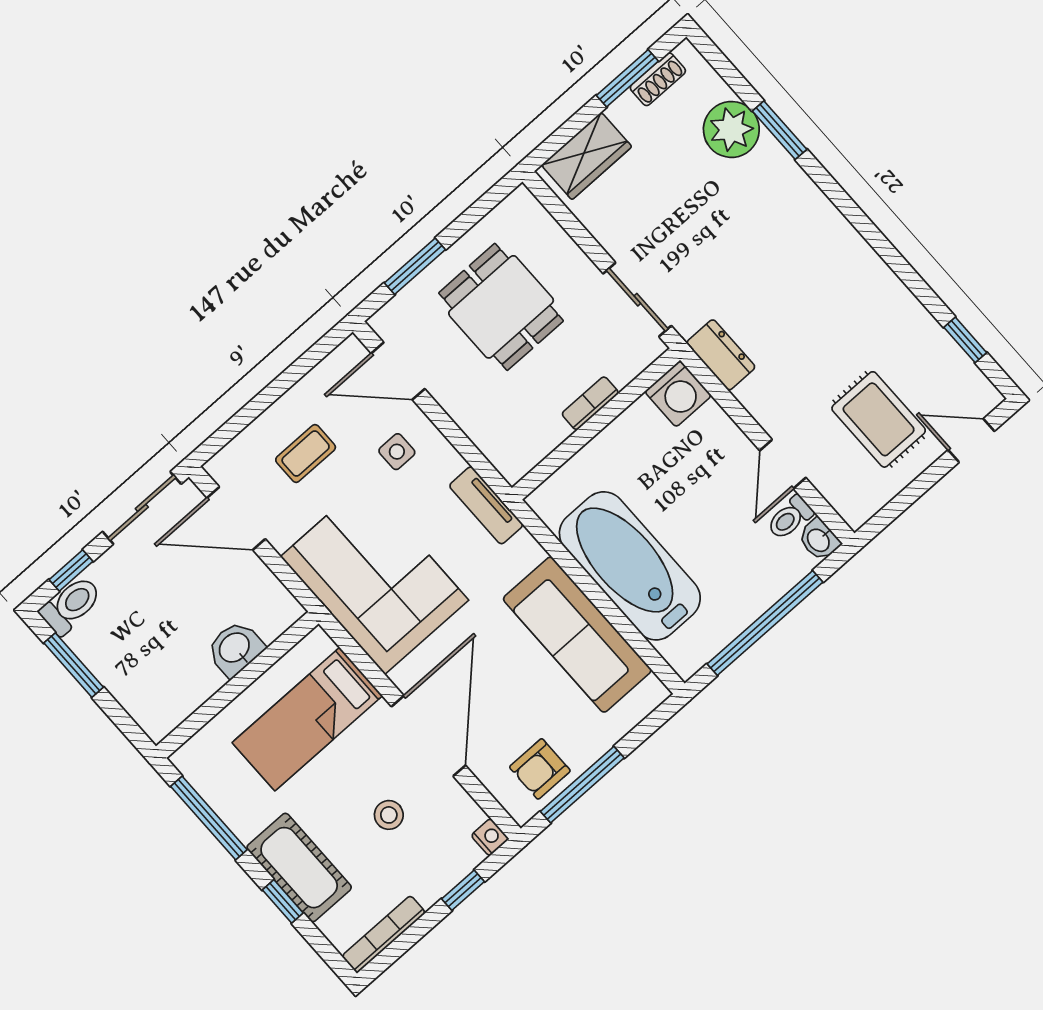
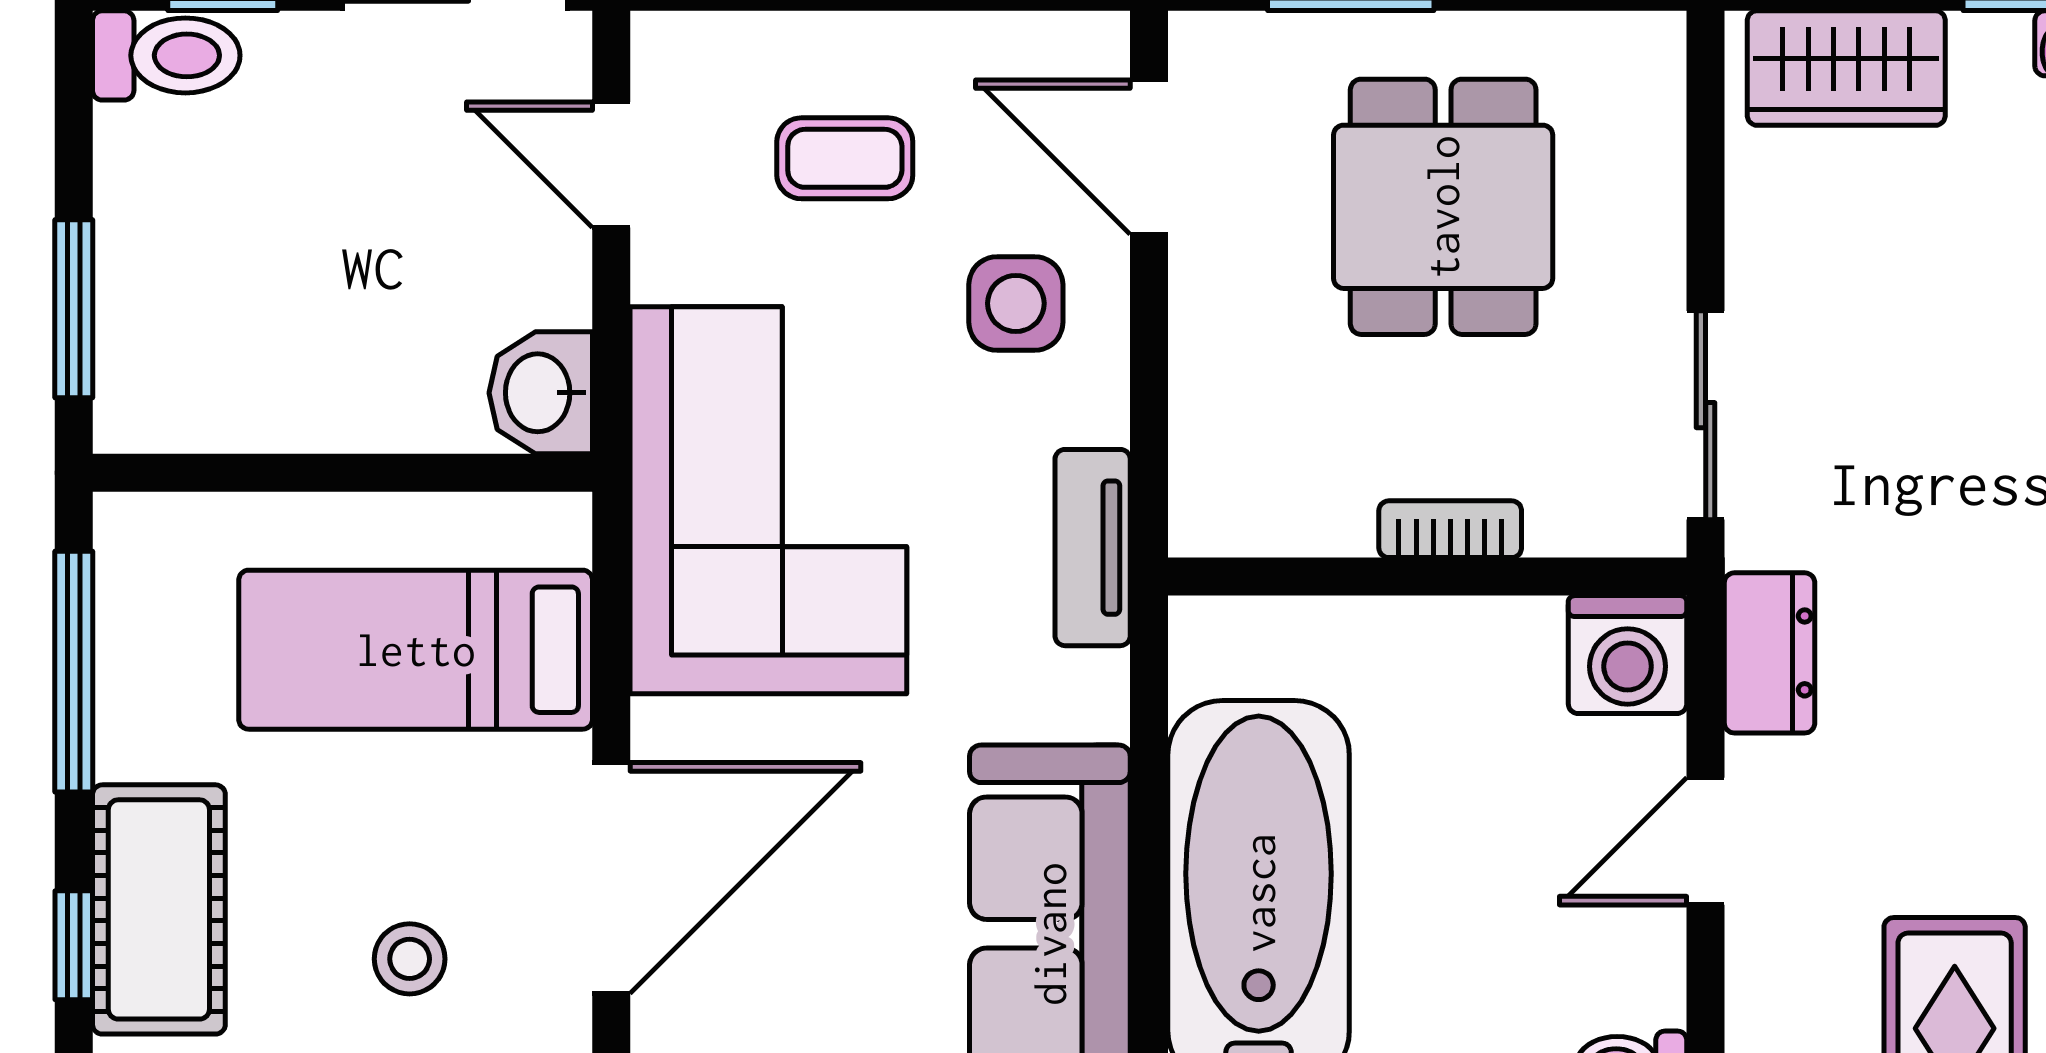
side table: (397, 452) -> (1016, 303), width x1.37, depth x1.37
door: (783, 464) -> (1706, 841), moved
door: (236, 518) -> (611, 165), width x0.73
washbasin: (235, 648) -> (541, 393), moved, turned -90
window: (74, 665) -> (74, 309), moved

